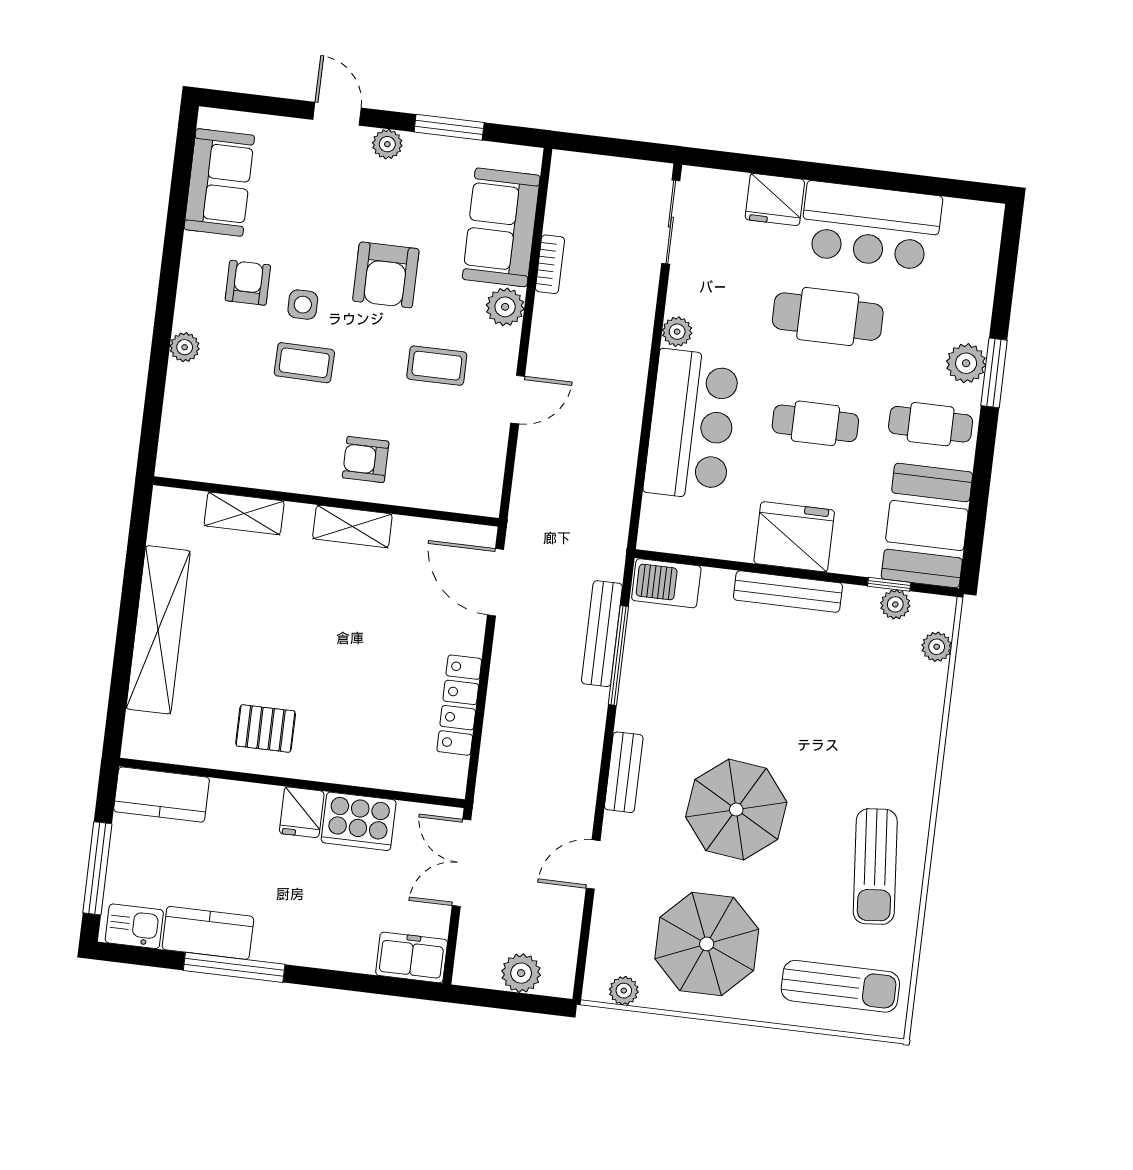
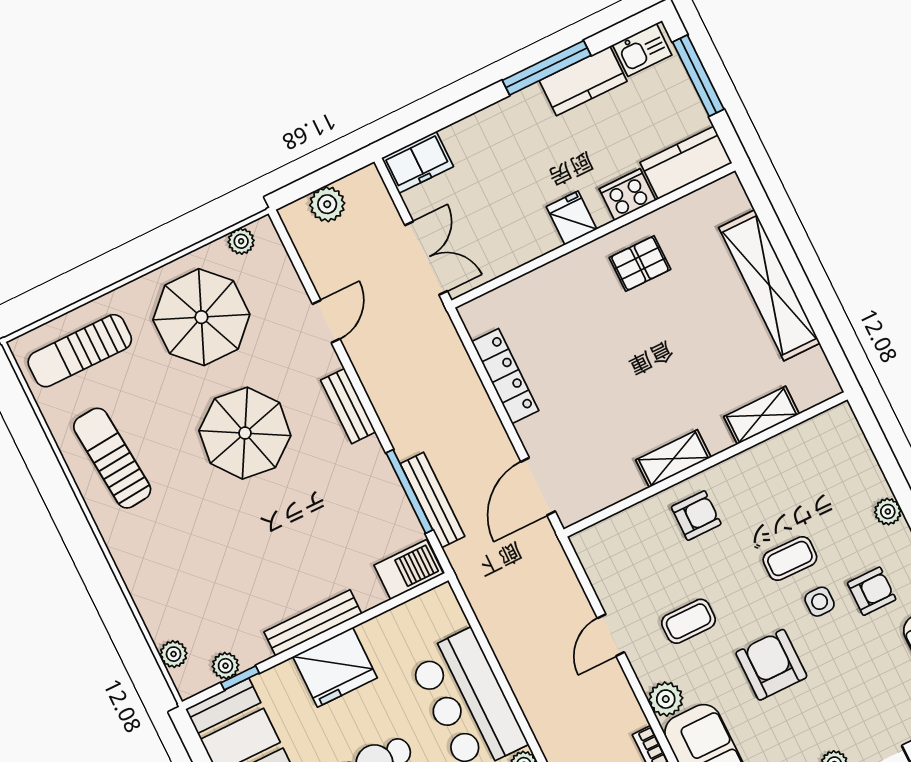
armchair: (248, 283) -> (872, 591), turned -90
door: (495, 582) -> (538, 487), swing flipped
cooker: (359, 821) -> (627, 195), moved, width x0.73, depth x0.76

